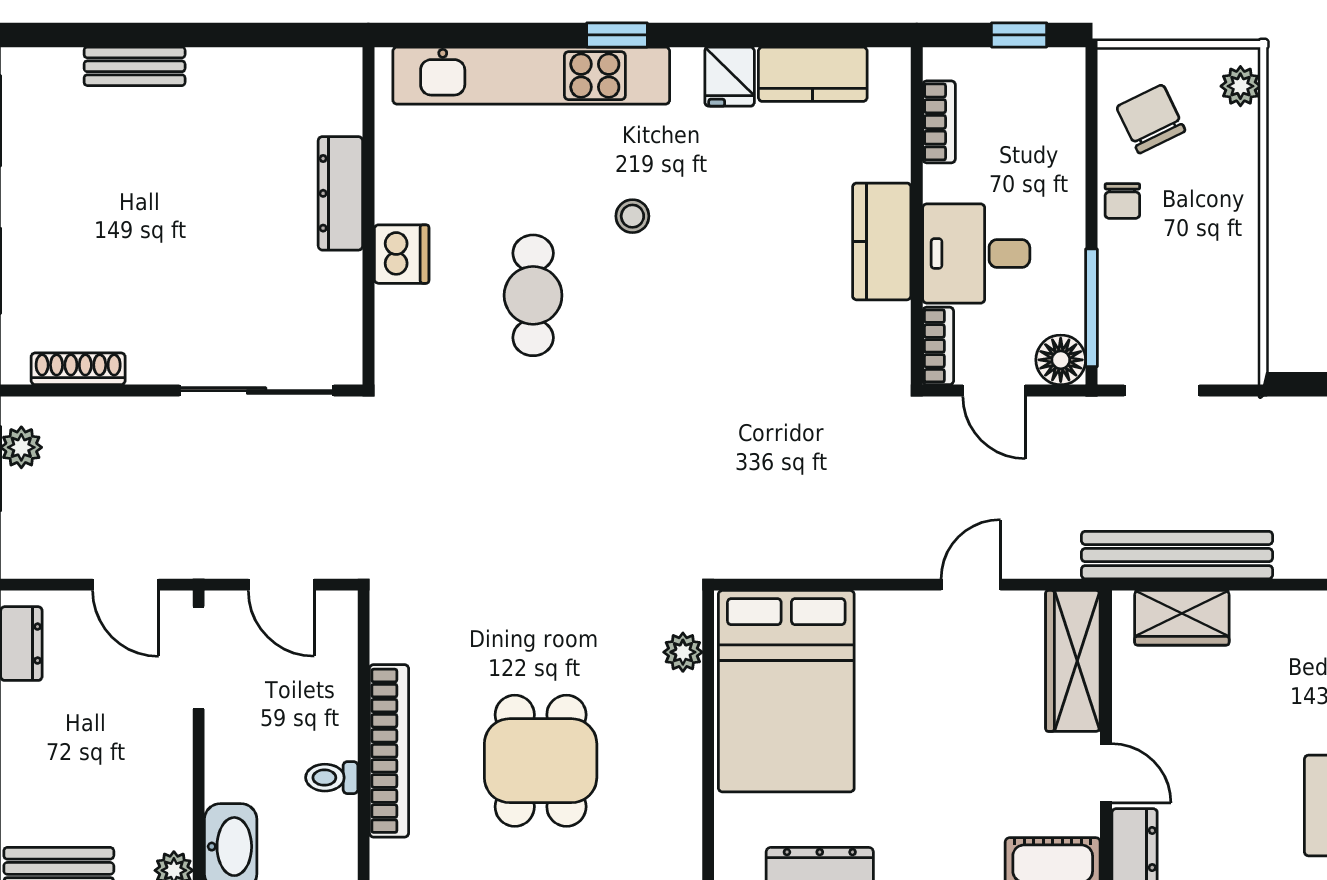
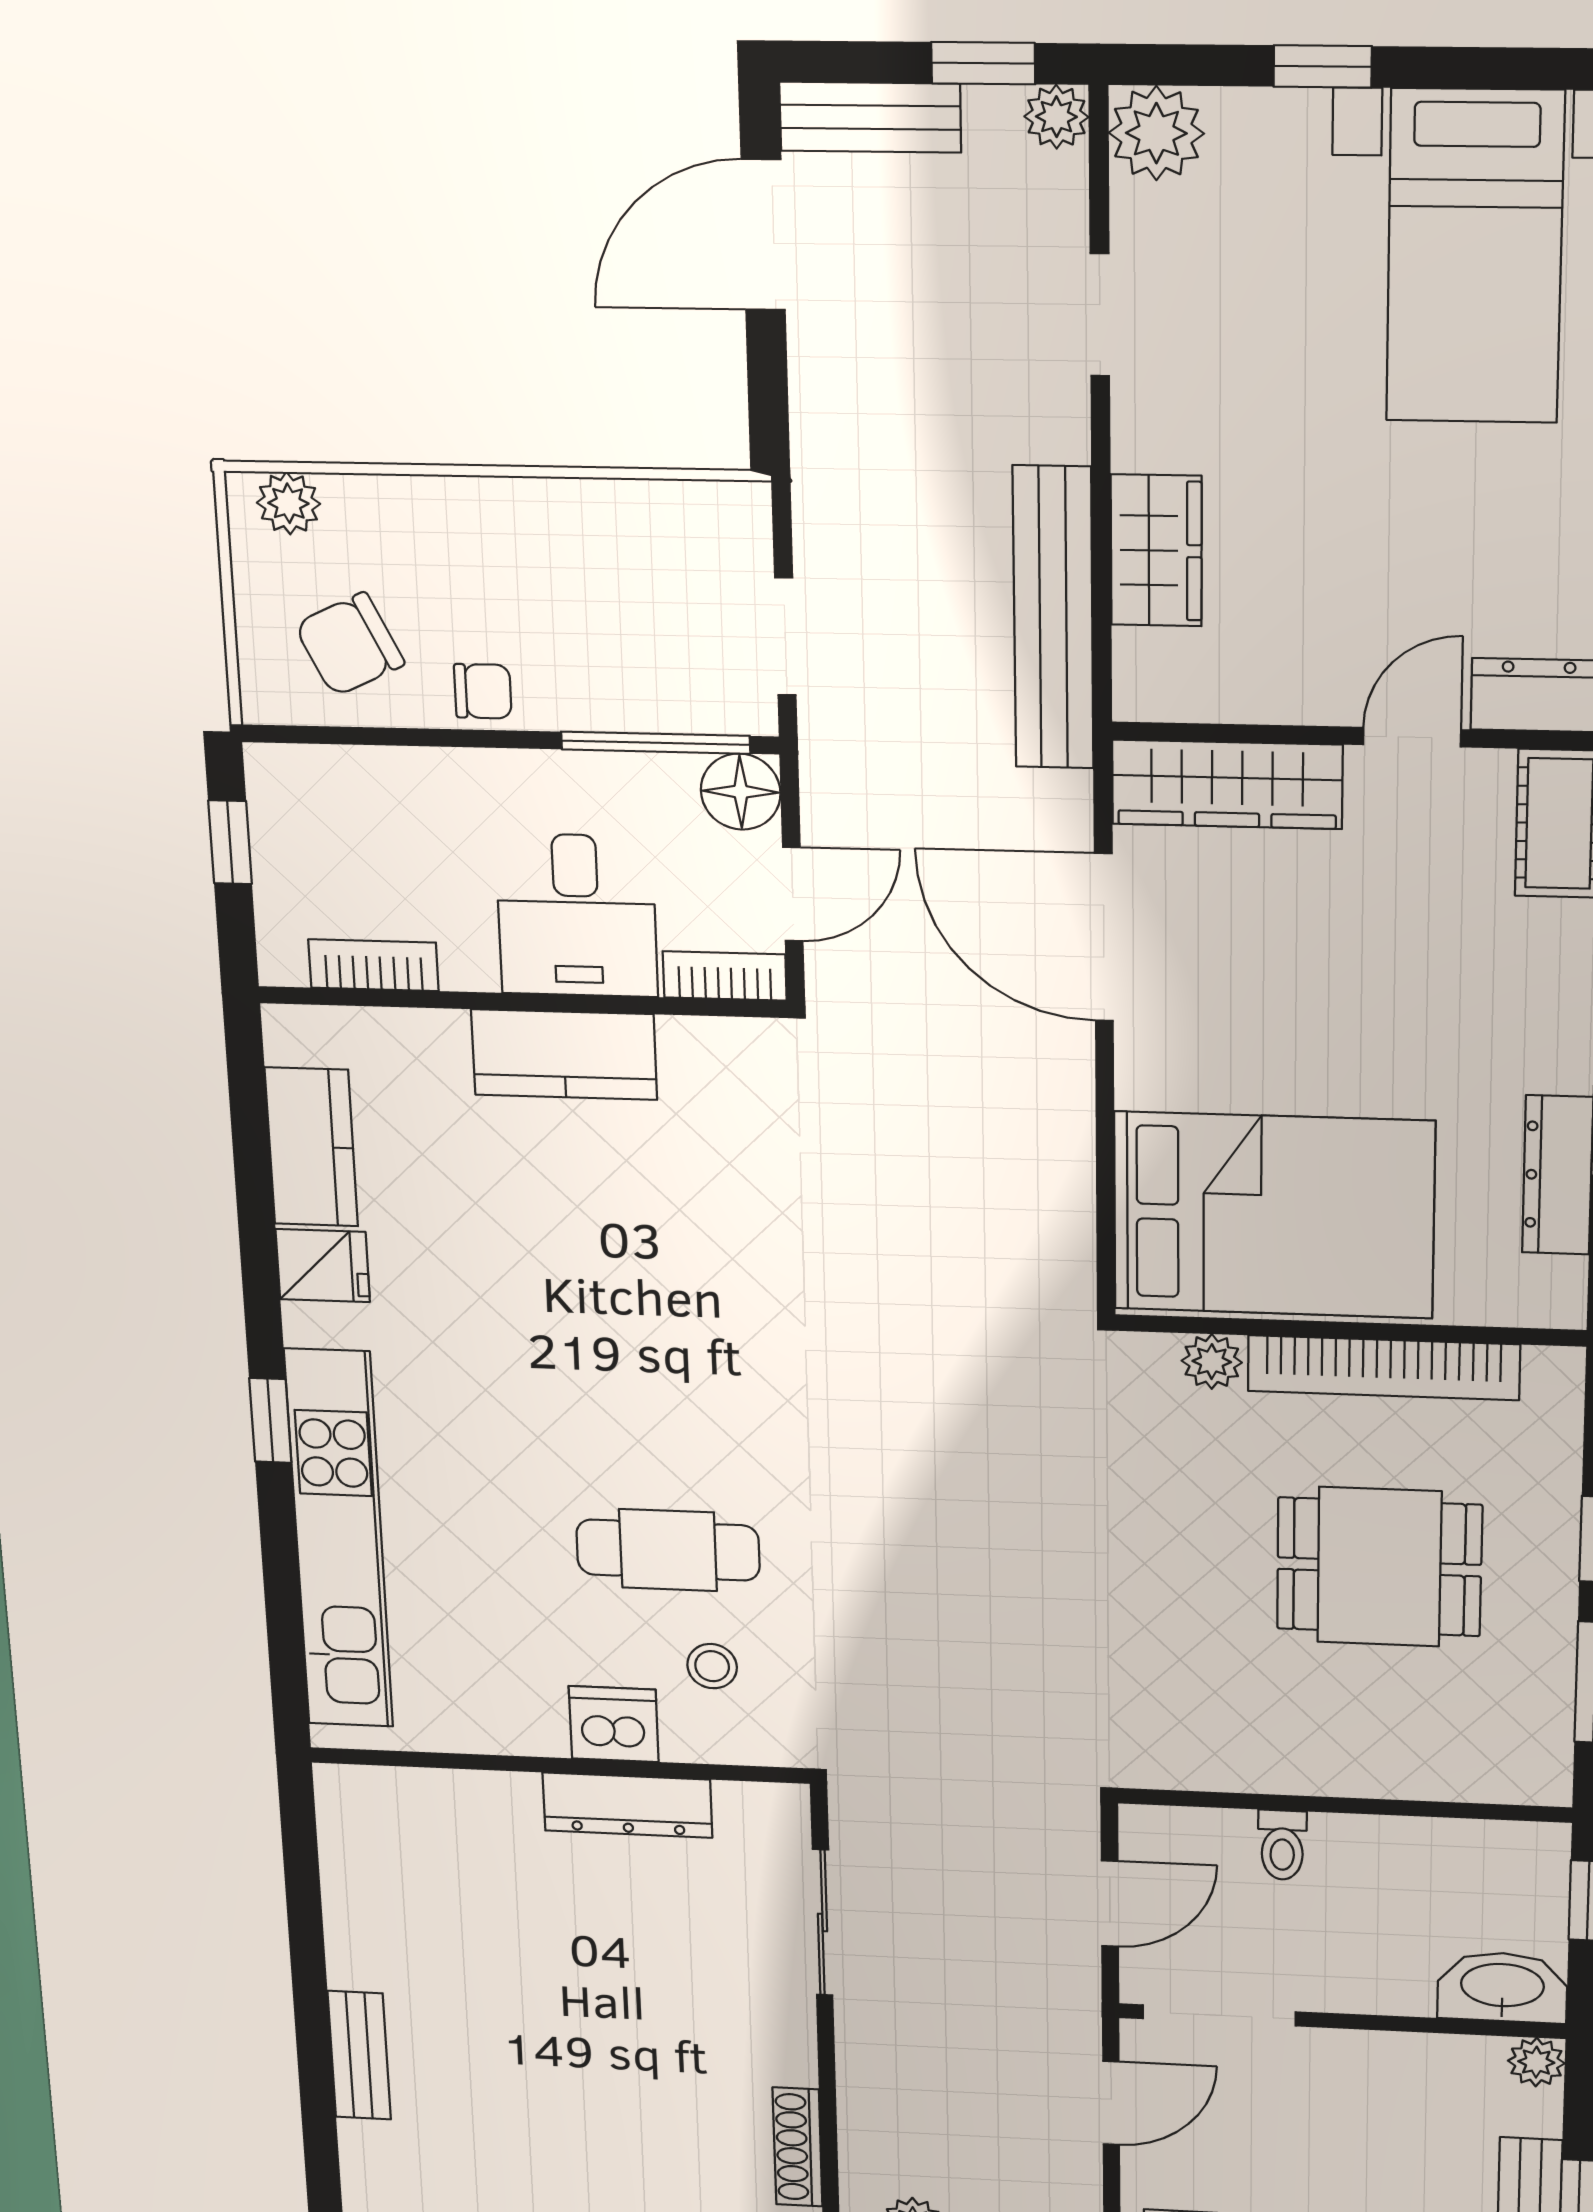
dresser: (340, 193) -> (627, 1805), moved
stool: (632, 216) -> (712, 1666), moved
sliding door: (257, 391) -> (823, 1922), width x0.73
door: (971, 585) -> (1104, 937), width x1.88
wardrobe: (1182, 618) -> (1156, 550), moved
bookcase: (389, 751) -> (1384, 1368), moved, turned 180
toilet: (332, 778) -> (1282, 1845), moved

